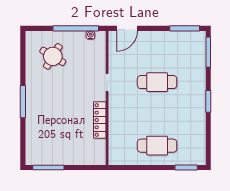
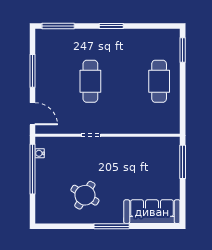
window: (185, 28) -> (32, 71), moved
round table: (53, 56) -> (85, 195), moved
locker: (100, 120) -> (131, 143), removed
sofa: (36, 139) -> (152, 212), added
window: (48, 167) -> (183, 162), moved

